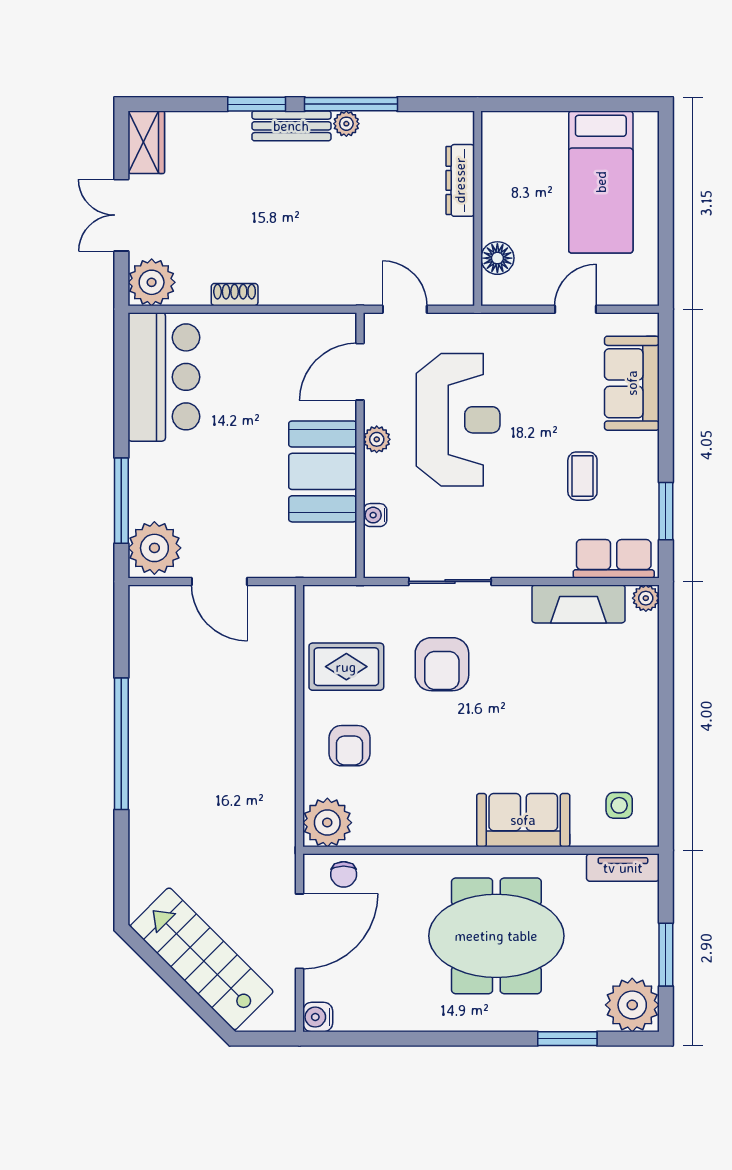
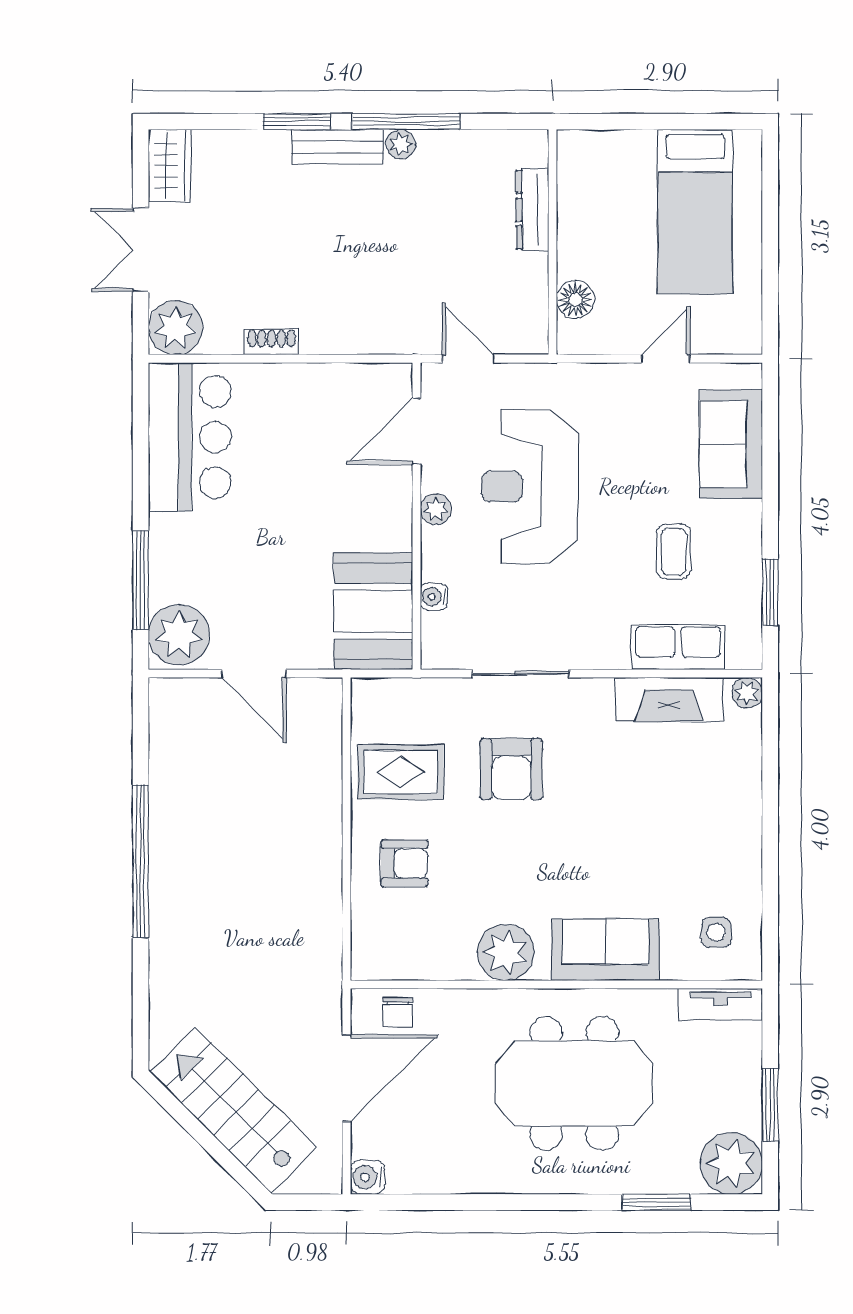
reception desk: (458, 420) -> (530, 487), turned 180
booth: (323, 471) -> (373, 611), moved
row of seats: (614, 559) -> (678, 647), moved
armchair: (349, 746) -> (404, 863), turned -90
plant: (327, 823) -> (506, 952), moved

